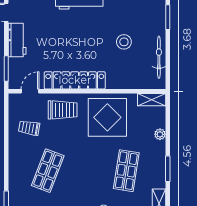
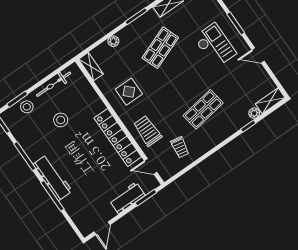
stool: (155, 21) -> (27, 107), added
workbench: (17, 40) -> (127, 198), moved
display table: (107, 117) -> (129, 92), width x0.54, depth x0.54
shop shelf: (48, 171) -> (203, 109), turned -30
shop shelf: (126, 171) -> (160, 48), turned -30

